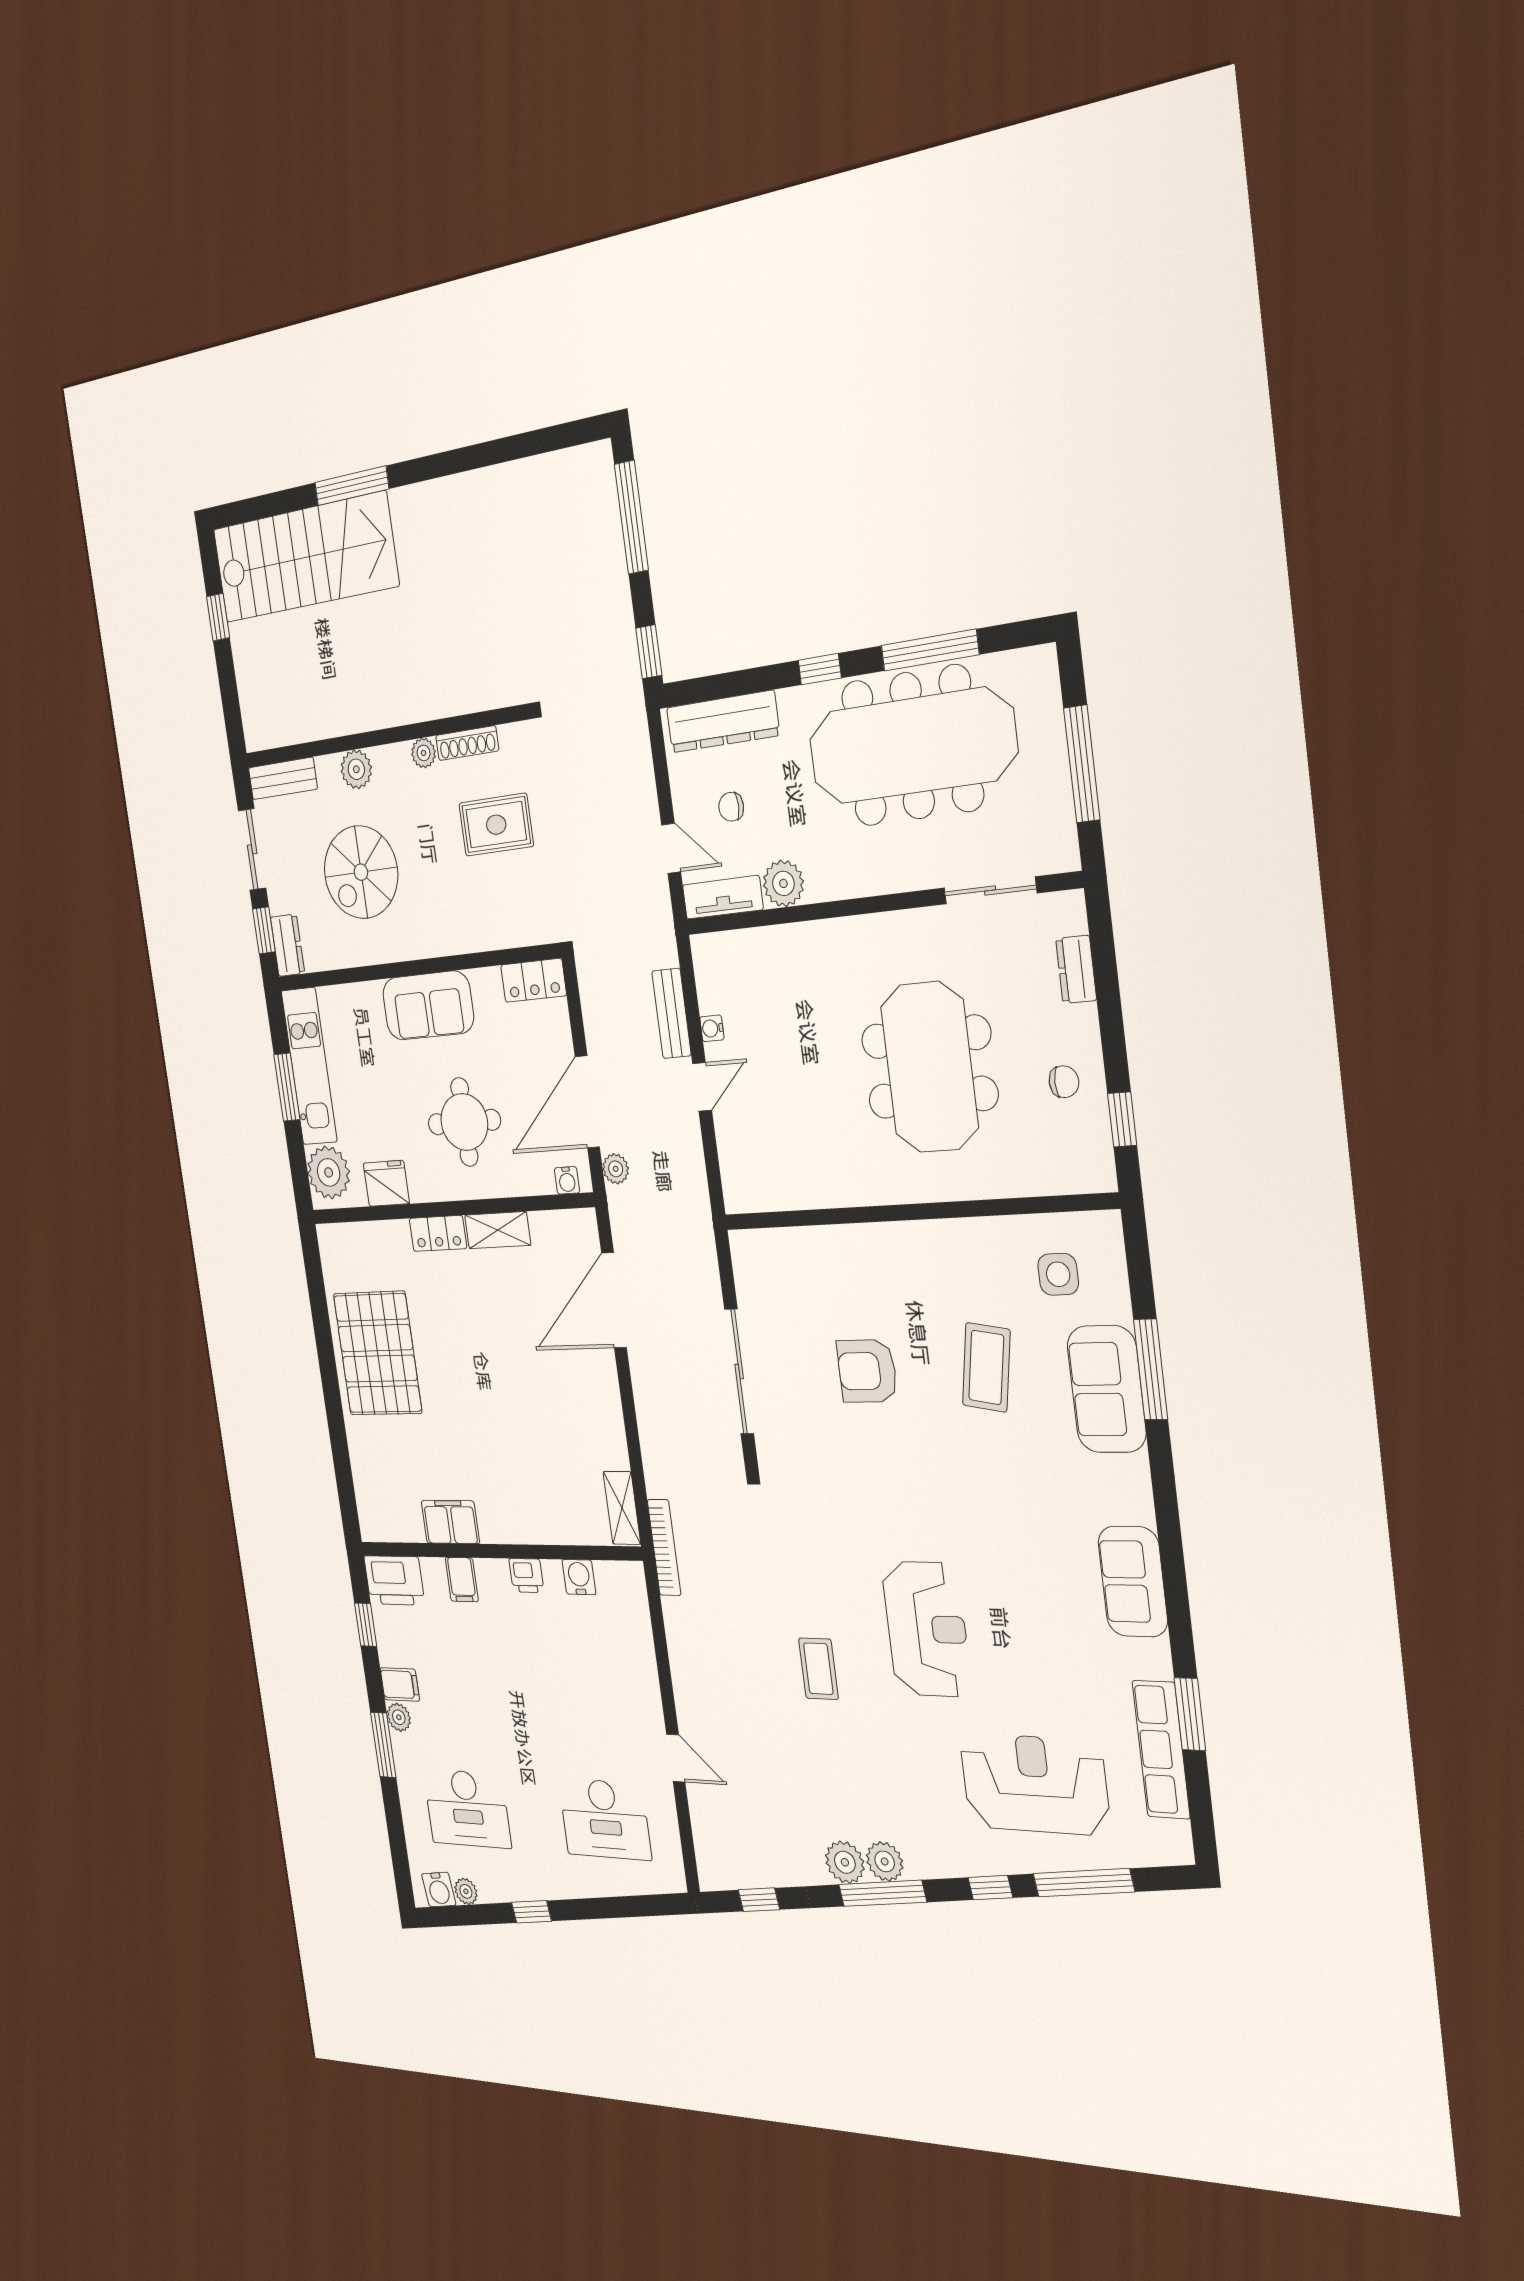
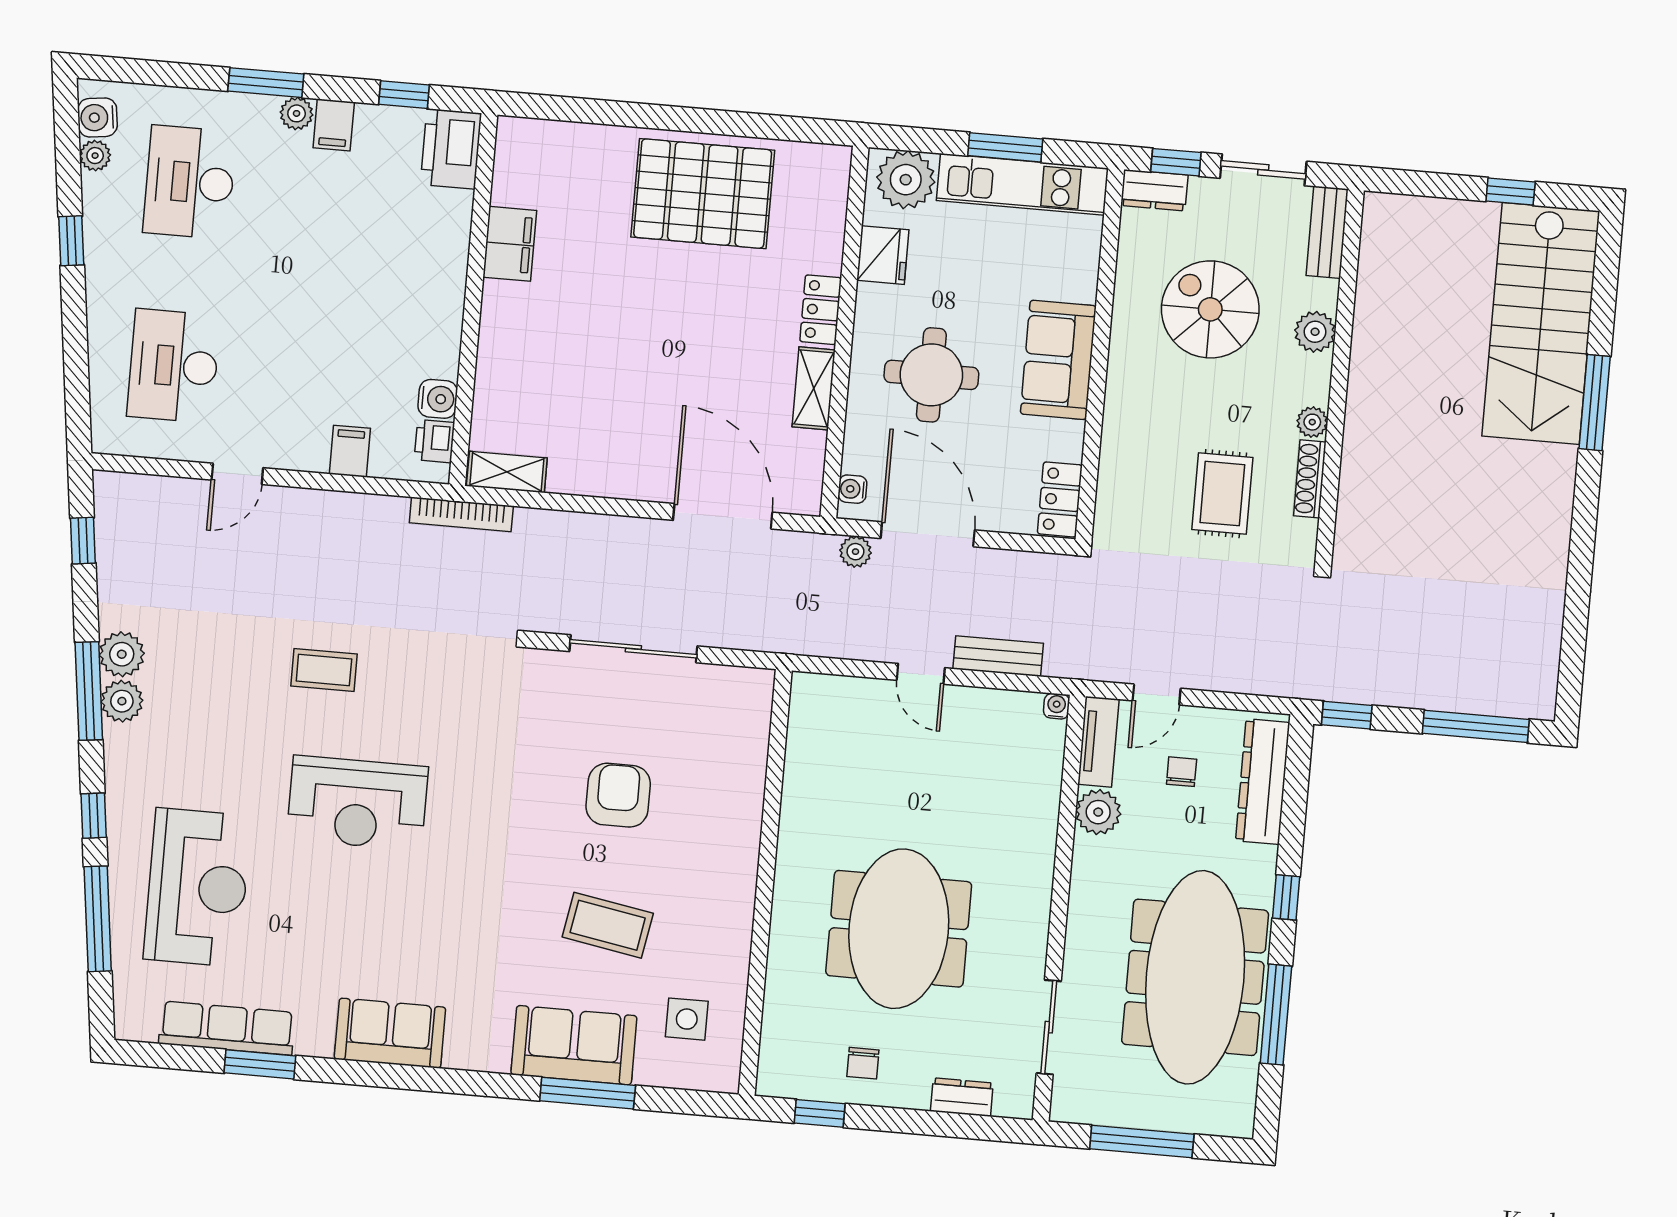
water cooler: (712, 1028) -> (1056, 706), moved
meeting table: (929, 1067) -> (899, 929), turned 90
printer: (526, 1576) -> (434, 441), moved
filing cabinet: (462, 1580) -> (350, 451), moved, turned 90

